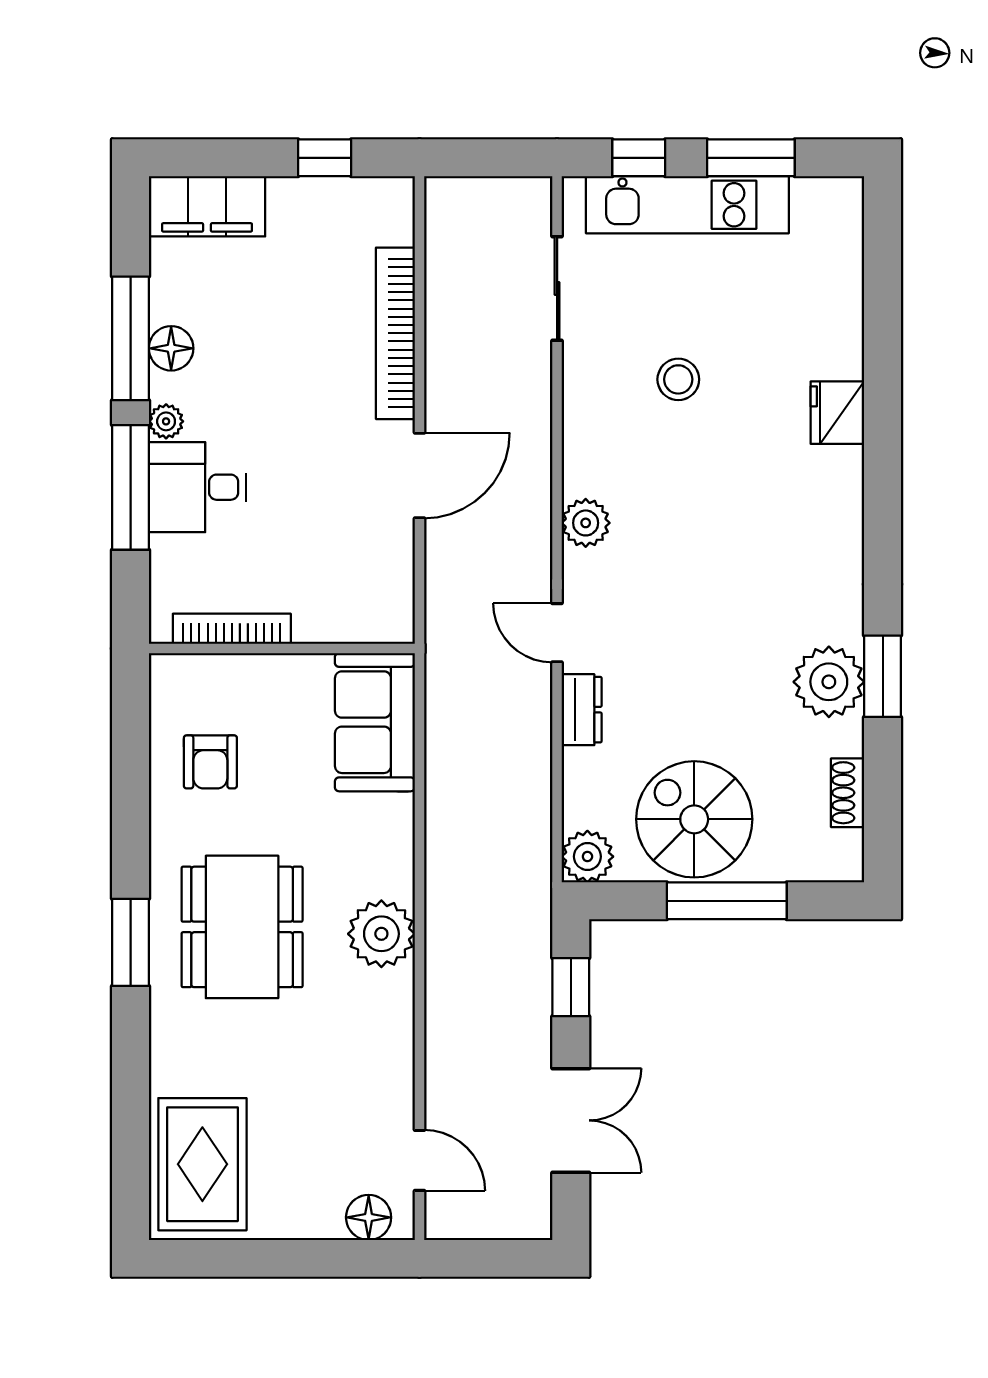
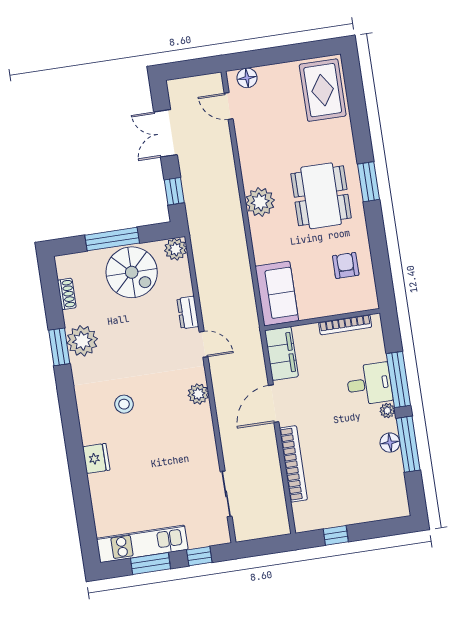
kitchen unit: (687, 205) -> (142, 544), moved
filing cabinet: (207, 206) -> (281, 353), moved, turned 90
stool: (678, 379) -> (124, 404), moved

